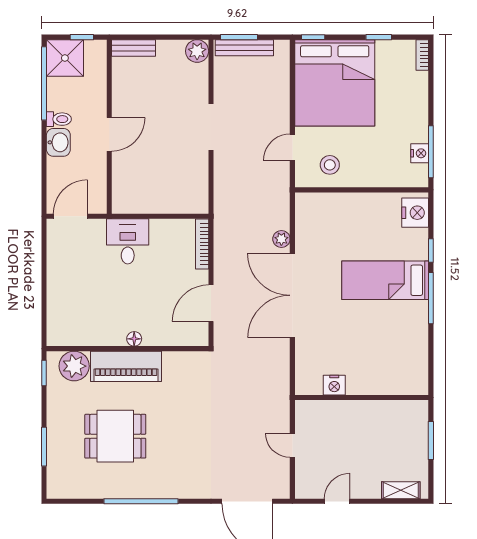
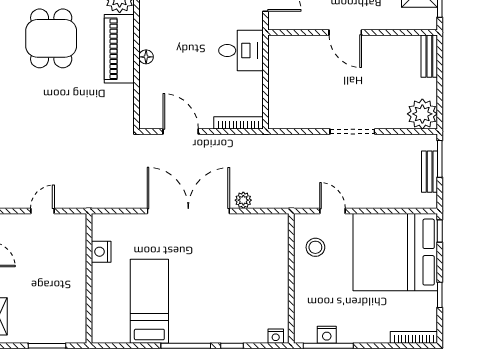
bench: (244, 48) -> (430, 172), width x0.73
plant: (197, 51) -> (422, 114), width x1.36, depth x1.36
bookcase: (422, 55) -> (414, 337), width x1.56
nightstand: (415, 213) -> (276, 336), width x0.53, depth x0.56
bed: (385, 280) -> (149, 301), moved

